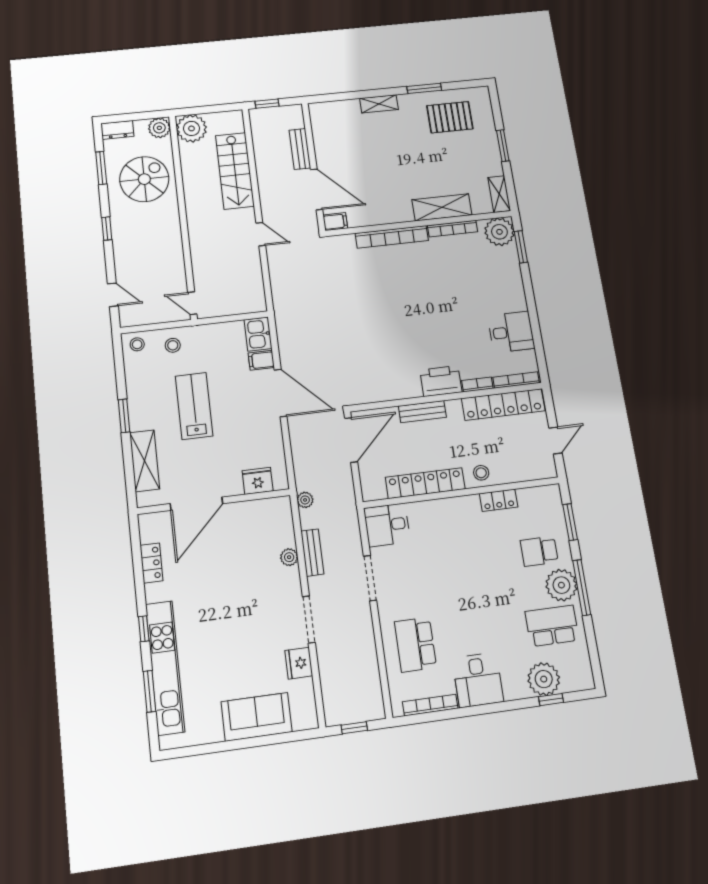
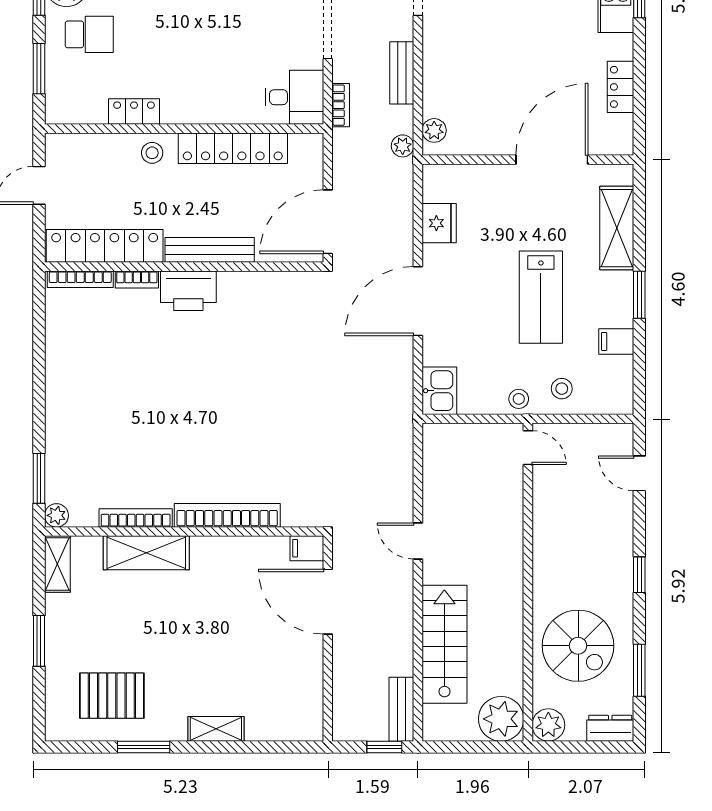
bench: (300, 149) -> (401, 709), moved
spiral stairs: (144, 179) -> (578, 646), turned -90
plant: (499, 232) -> (56, 515), width x0.53, depth x0.53
desk: (511, 332) -> (75, 351), removed
stool: (137, 344) -> (519, 399), moved
filing cabinet: (261, 360) -> (616, 341), moved, turned 180
door: (281, 393) -> (418, 301), hinge flipped
bench: (422, 412) -> (210, 250), width x1.36
fridge: (258, 481) -> (439, 223), moved, turned -90
bookcase: (353, 524) -> (341, 105), added
plant: (289, 557) -> (434, 130), moved

